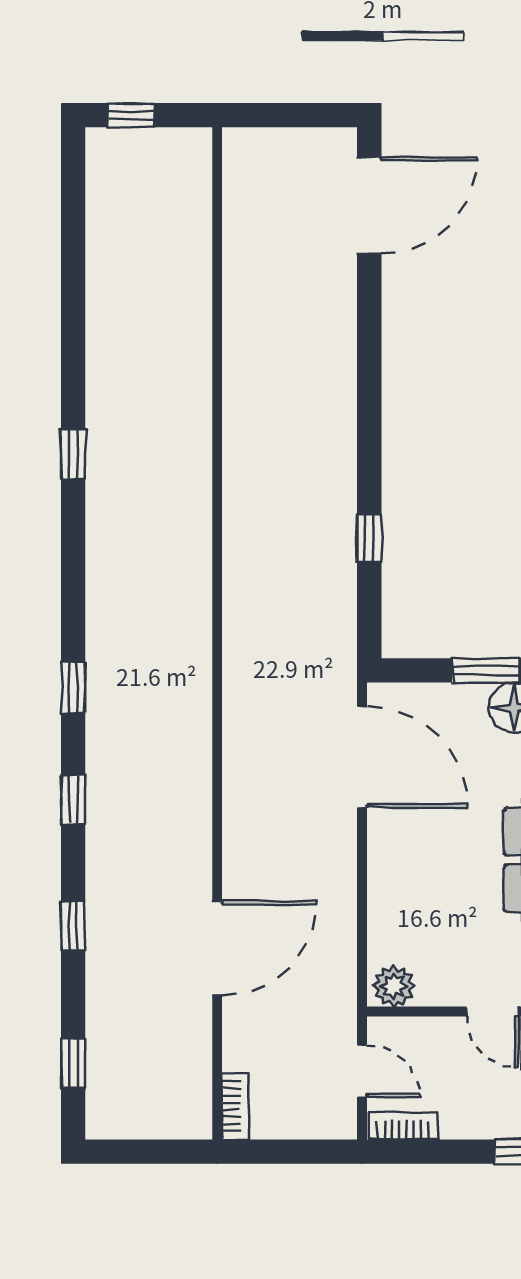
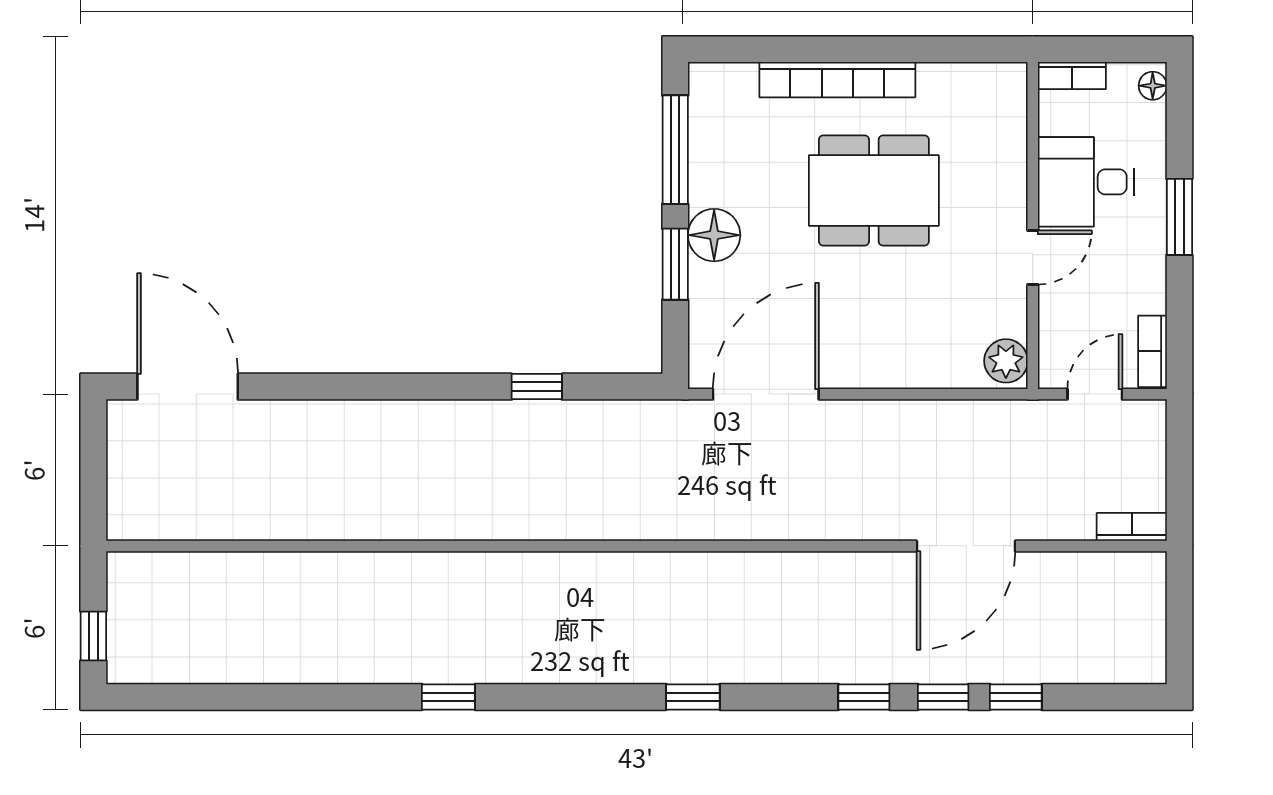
window: (73, 800) -> (864, 697), moved
door: (217, 948) -> (966, 546), swing flipped
window: (73, 1063) -> (1016, 697), moved

